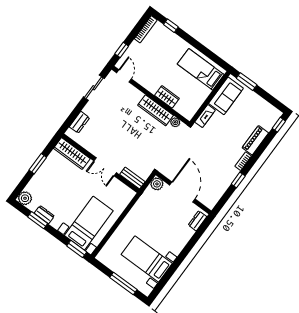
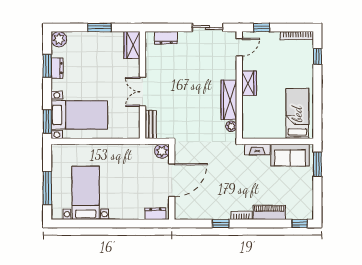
wardrobe: (167, 97) -> (249, 83), moved
wardrobe: (72, 154) -> (132, 45), width x0.67

